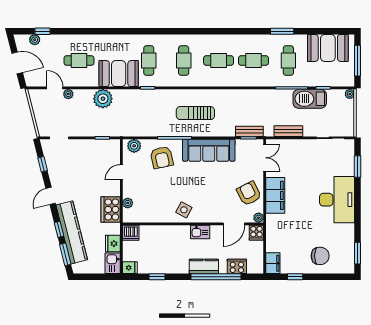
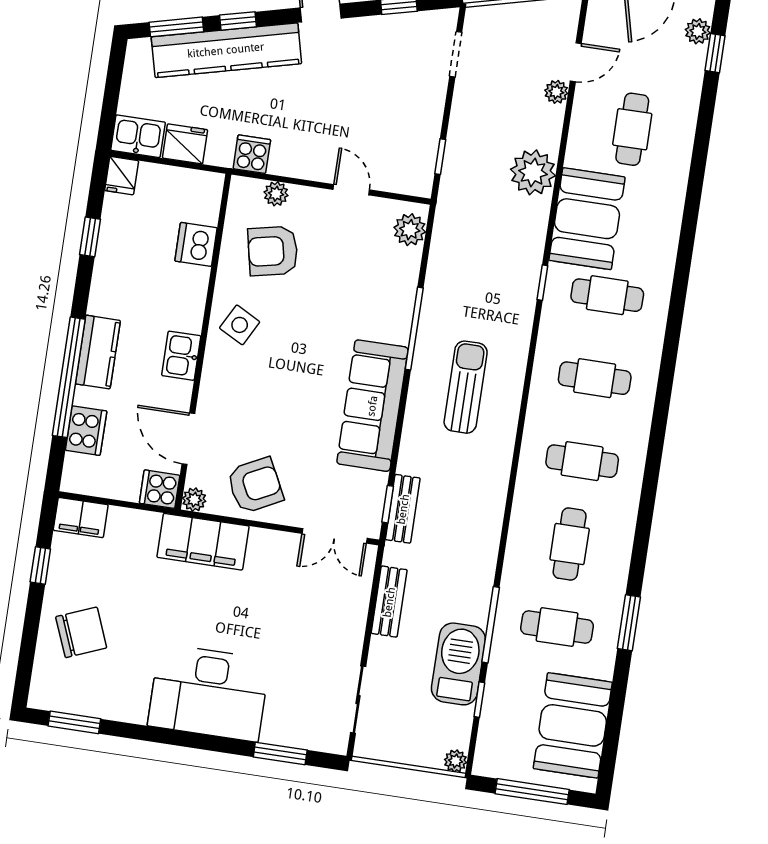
cafe table: (219, 61) -> (582, 461), turned 90
armchair: (162, 157) -> (273, 251), moved
filing cabinet: (275, 195) -> (203, 542), moved
cooker: (111, 209) -> (252, 154), width x0.53, depth x0.76
dishwasher: (131, 233) -> (196, 244), moved
chair: (320, 256) -> (81, 632), turned -112

